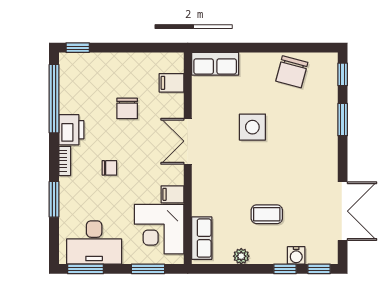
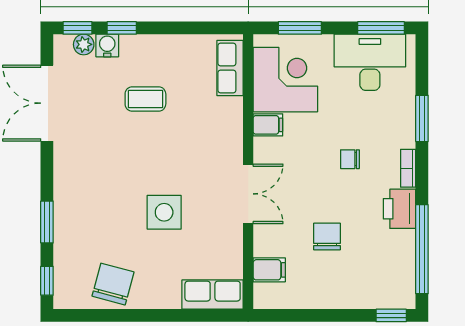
plant: (241, 256) -> (84, 44), moved

